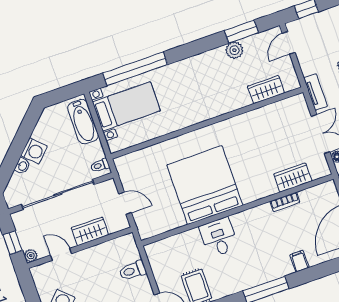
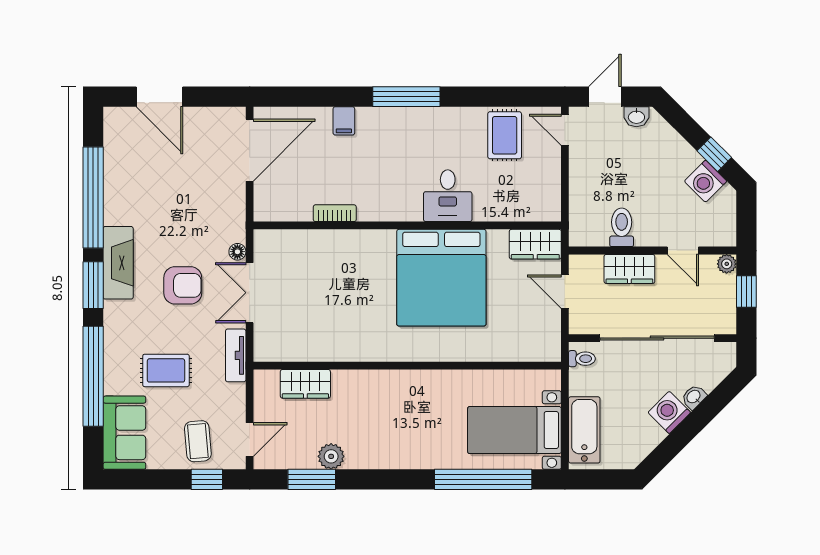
coffee table: (320, 31) -> (198, 441), added
wardrobe: (293, 178) -> (535, 244), moved
toilet: (133, 271) -> (622, 227), moved, turned -90

